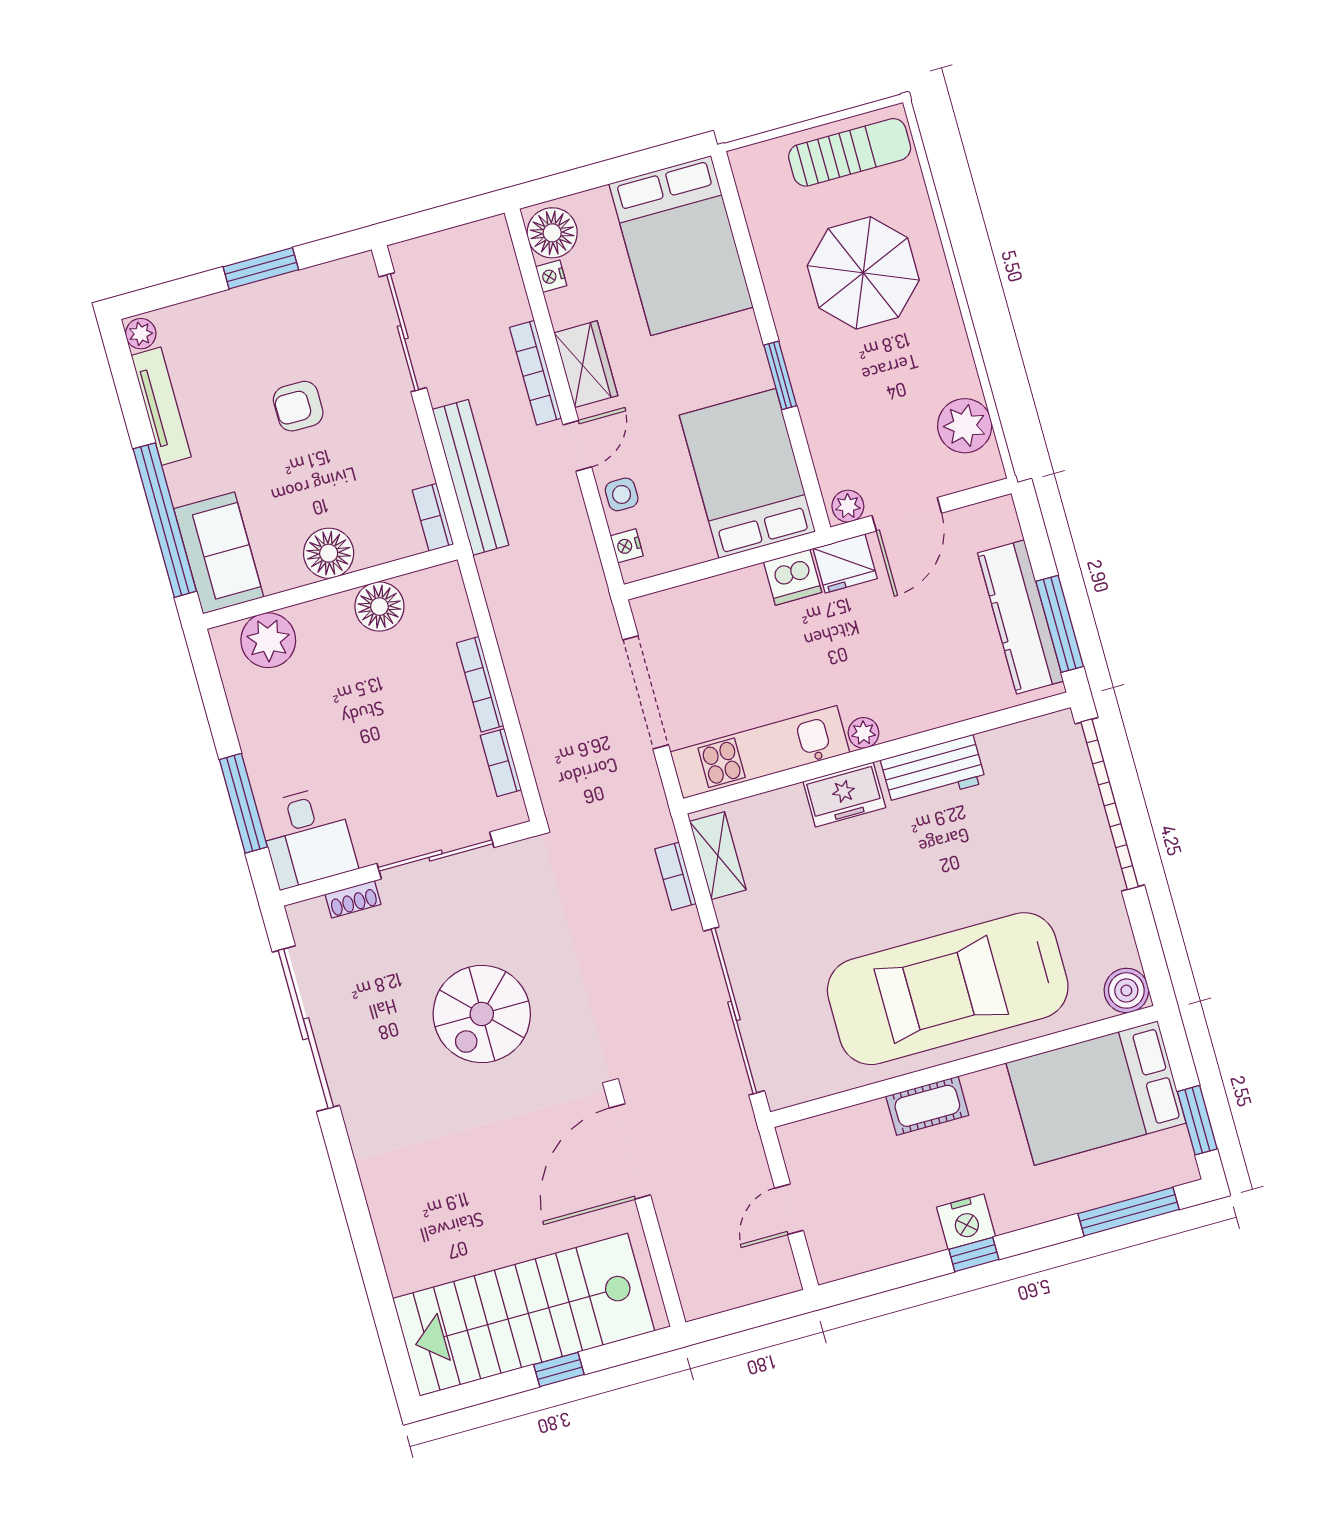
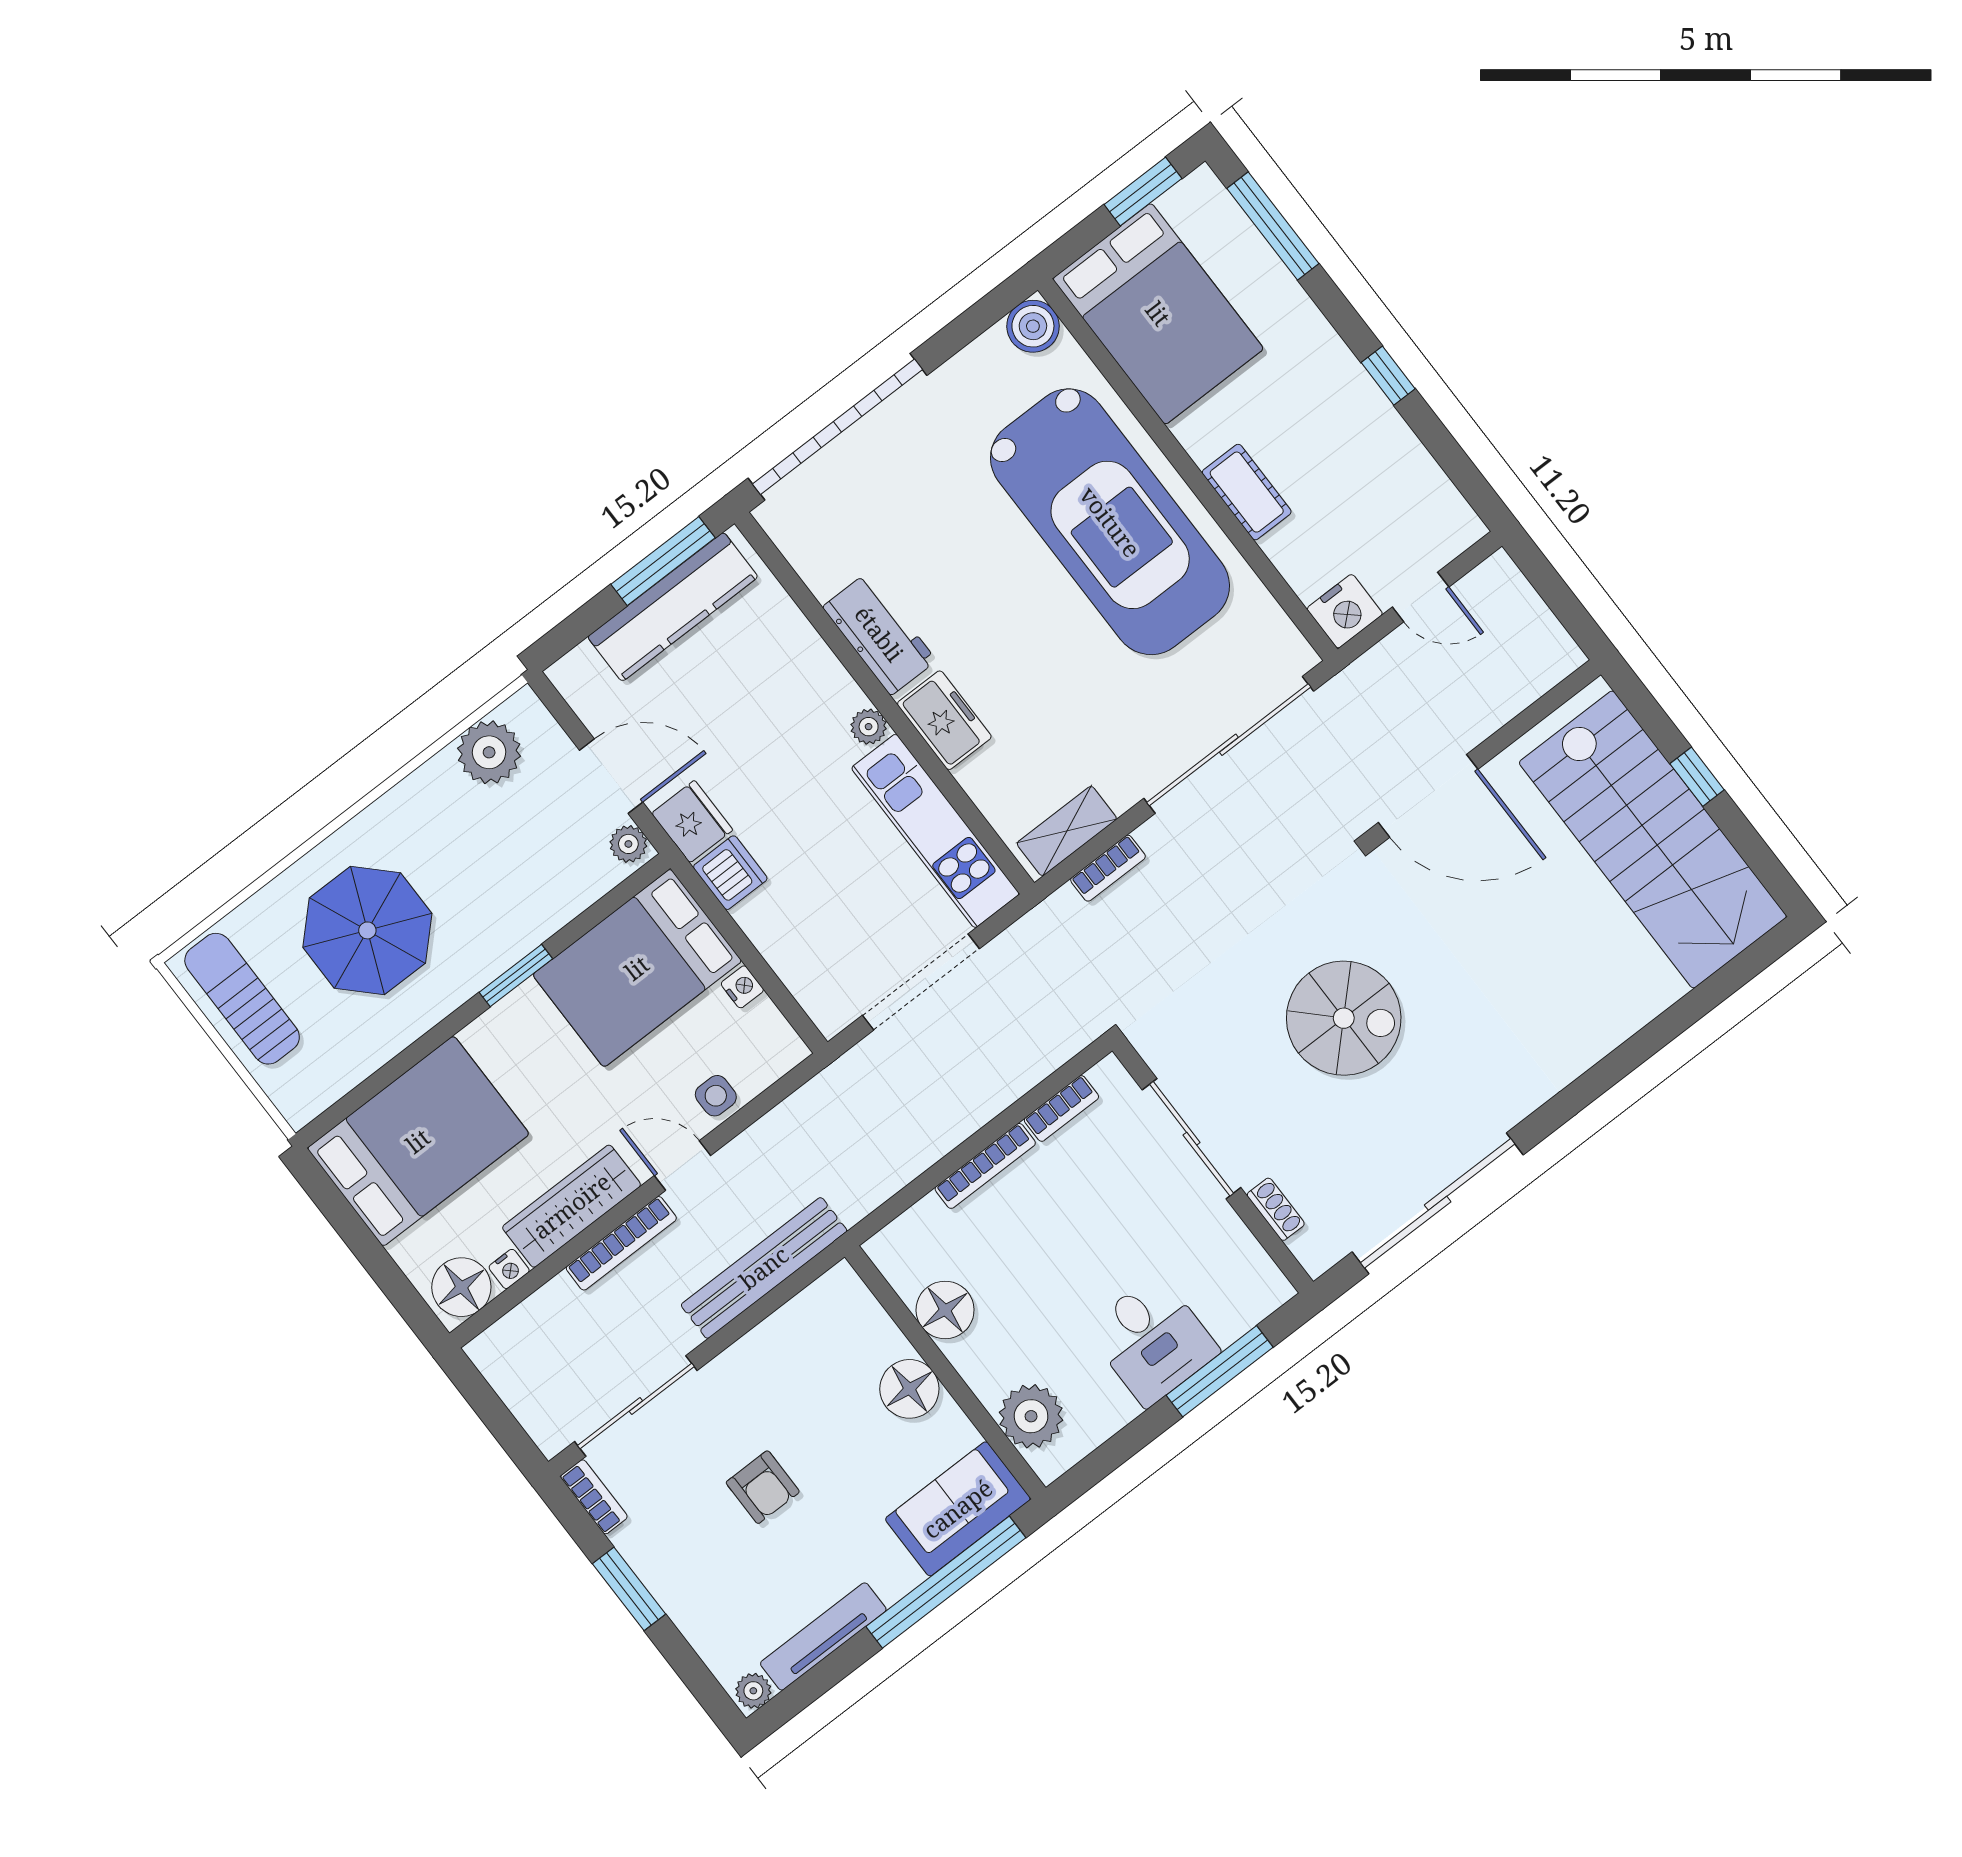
wardrobe: (586, 364) -> (572, 1206), width x1.50
bookcase: (433, 517) -> (594, 1497), moved, turned -90
nightstand: (627, 546) -> (742, 987), moved, turned -90
desk: (307, 837) -> (1152, 1340), moved, turned 90
nightstand: (966, 1222) -> (1345, 611), moved, turned 90

